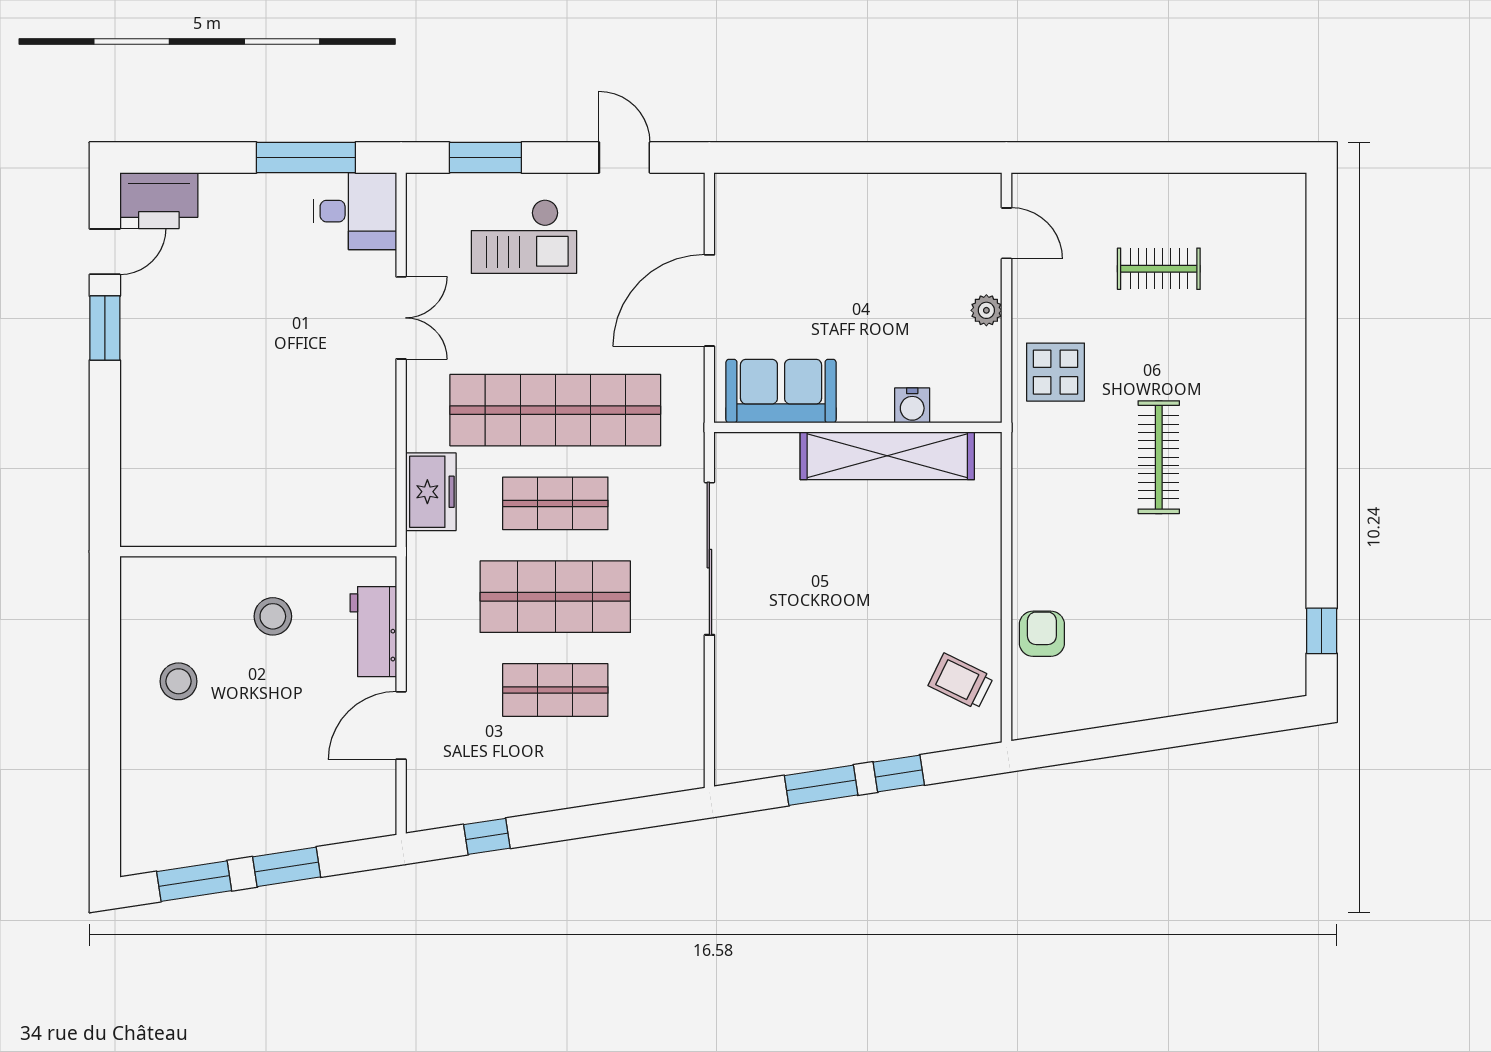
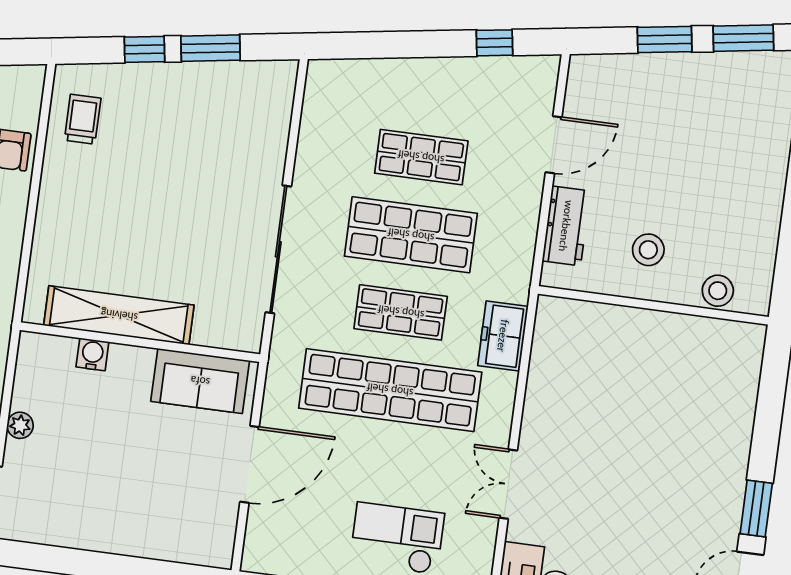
stool: (179, 681) -> (718, 291), moved
trolley: (961, 681) -> (83, 119), turned -116

